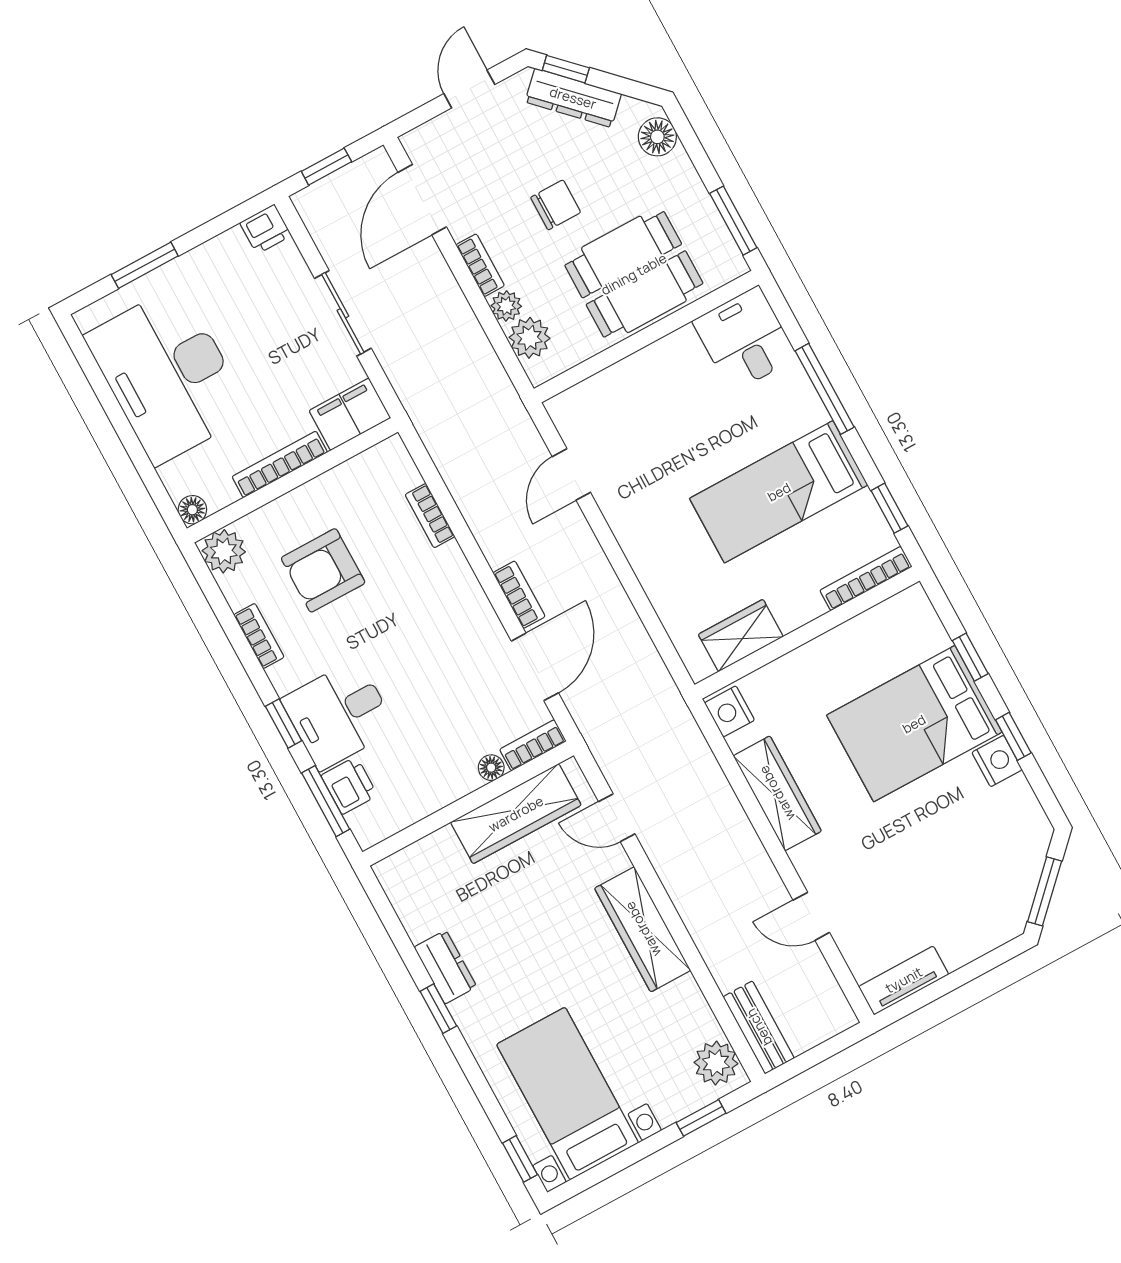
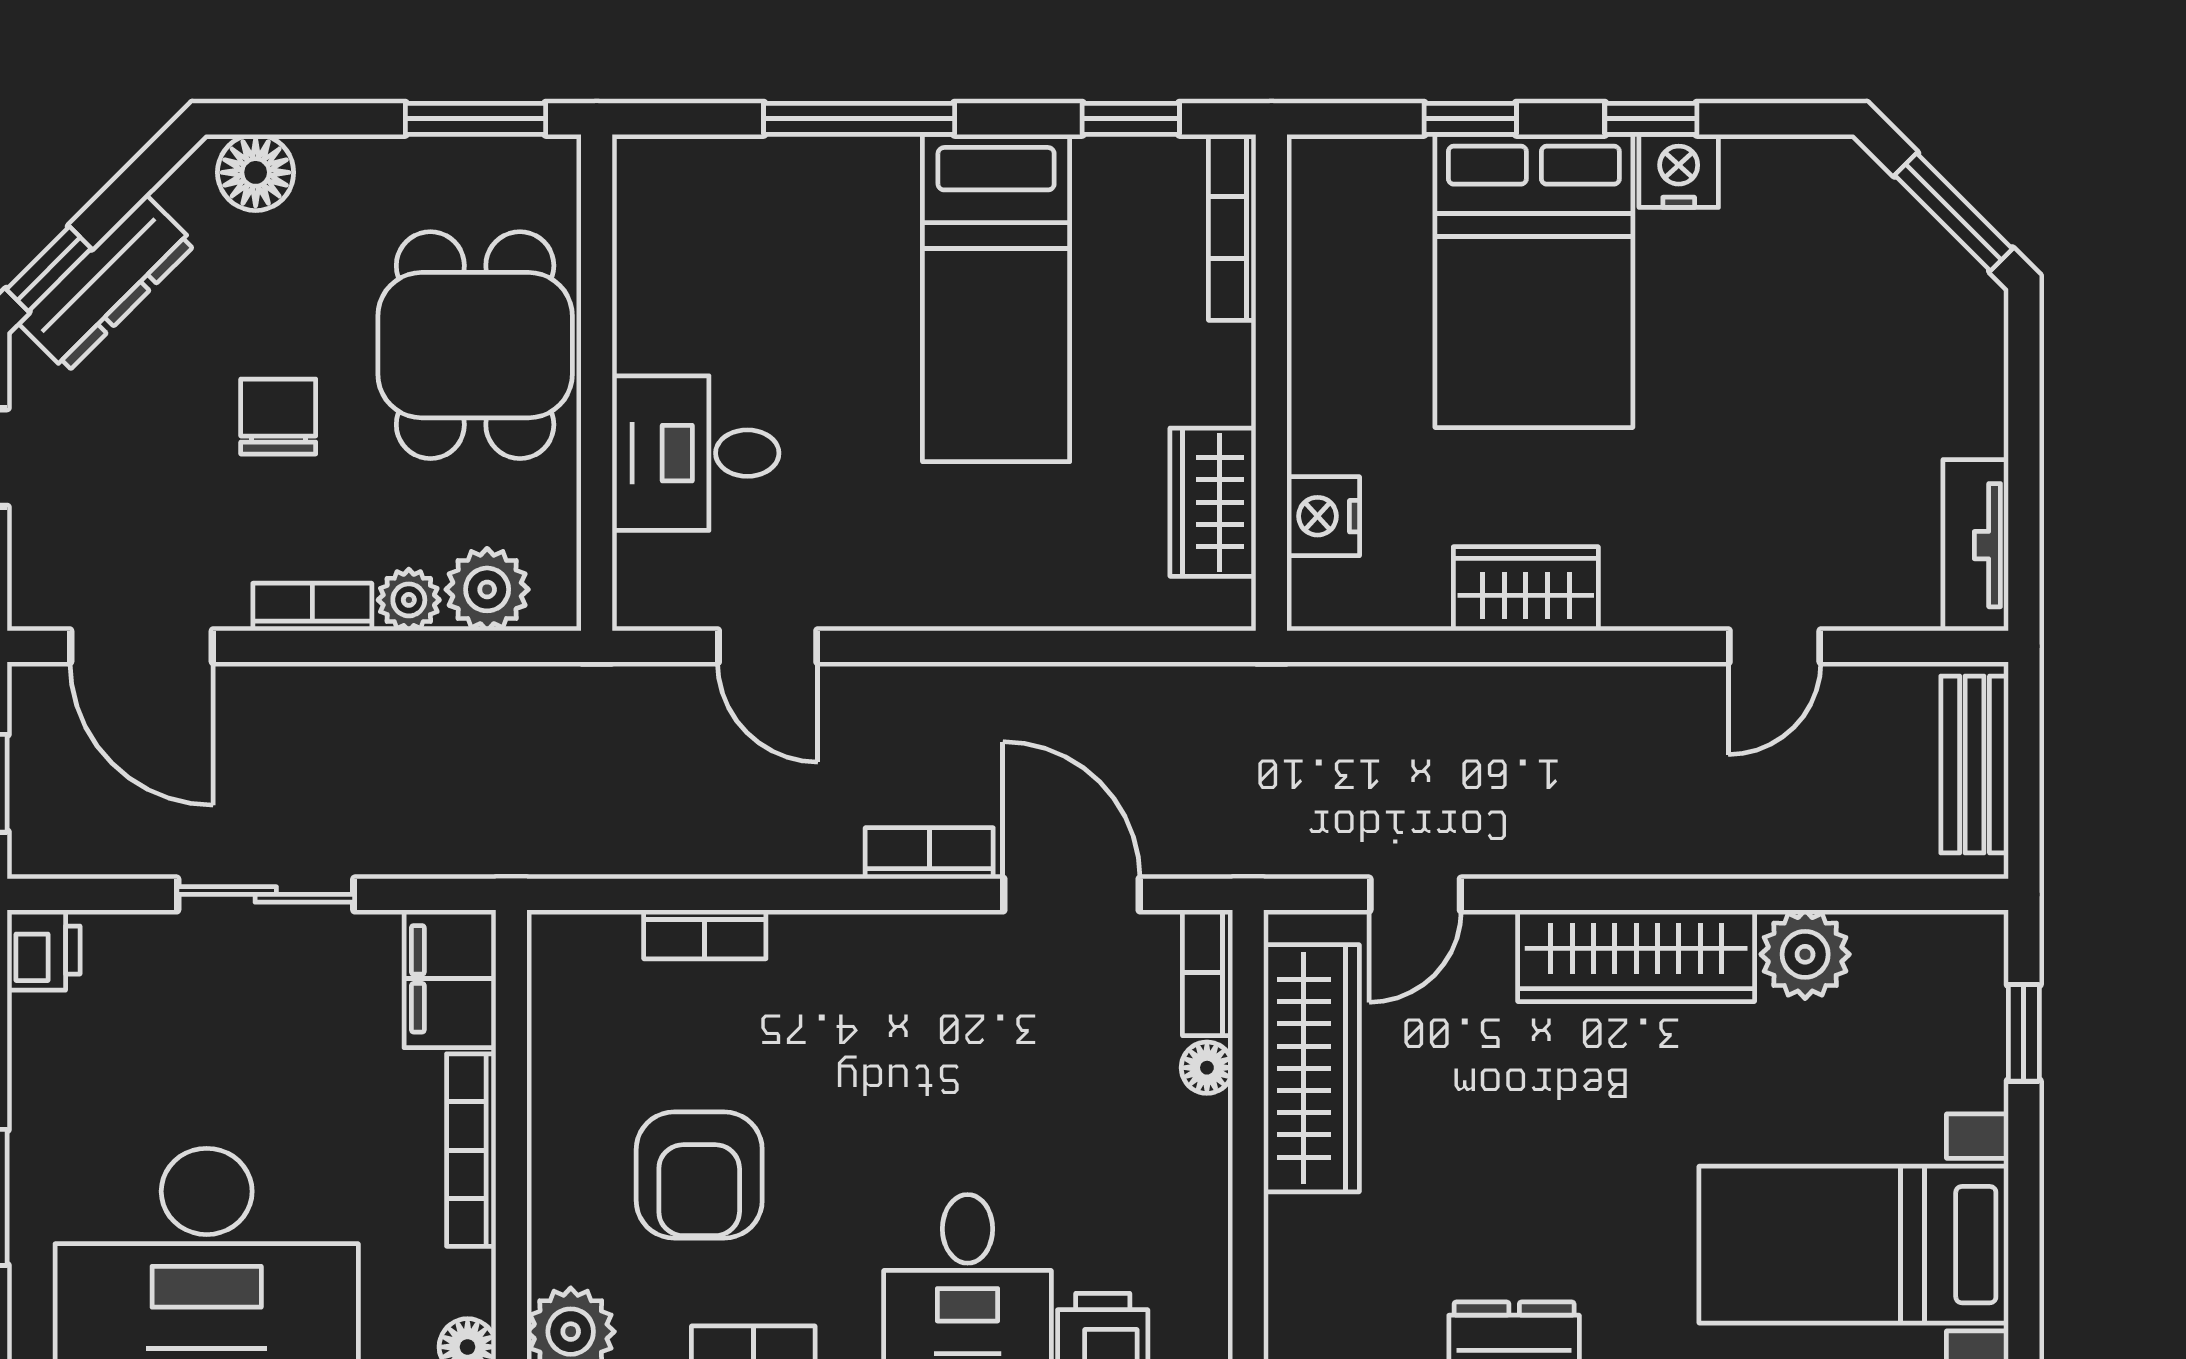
desk: (745, 339) -> (696, 453), moved
nightstand: (730, 711) -> (1323, 516), moved, turned 90
wardrobe: (777, 793) -> (1526, 589), width x0.67
bench: (759, 1027) -> (1975, 765), moved, turned 90
plant: (716, 1063) -> (1805, 954), moved

